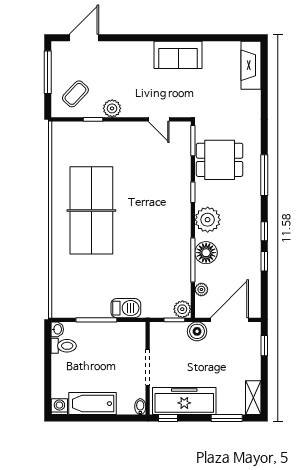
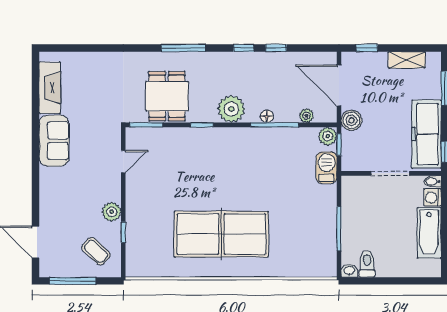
fireplace: (251, 65) -> (50, 88), moved, turned -90
floor lamp: (206, 253) -> (267, 116), width x0.53, depth x0.53
barbecue: (126, 308) -> (326, 168), moved
shelving: (253, 398) -> (407, 60), moved
washing machine: (59, 407) -> (432, 197), moved

